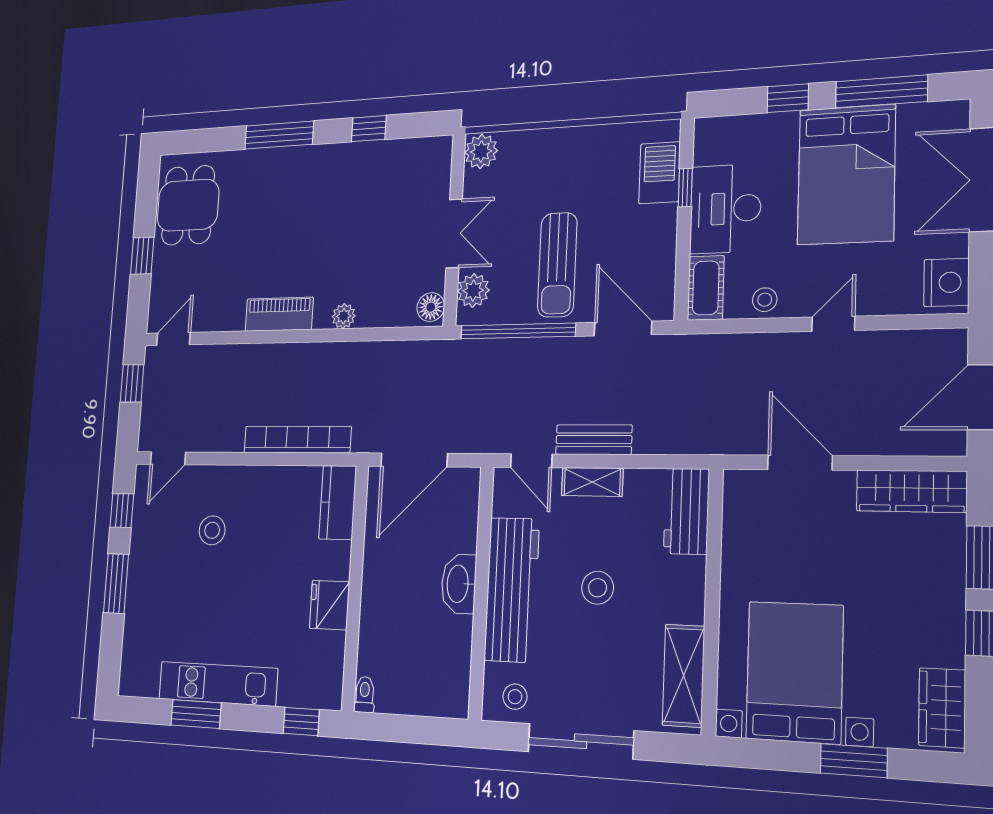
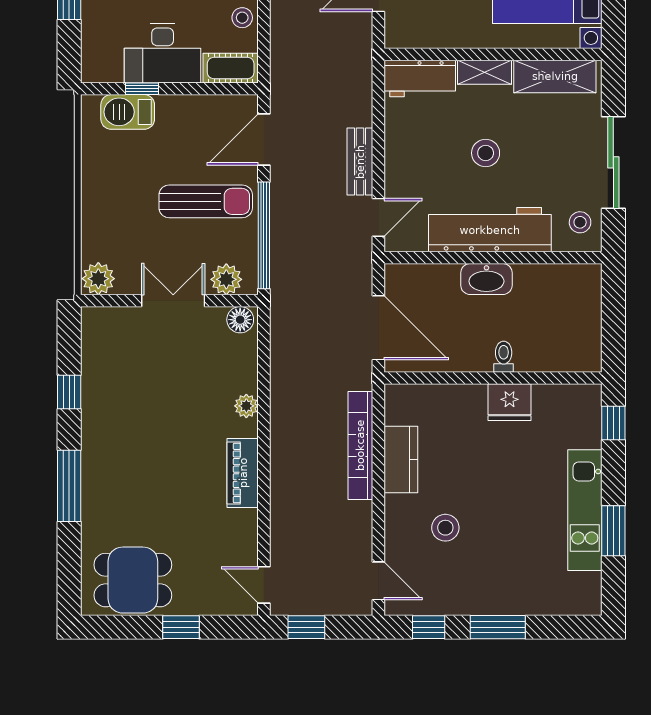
shelving: (592, 482) -> (485, 72), moved, turned 90
kitchen counter: (338, 503) -> (401, 460), moved, turned -90
toilet: (365, 695) -> (504, 357), moved, turned 90

